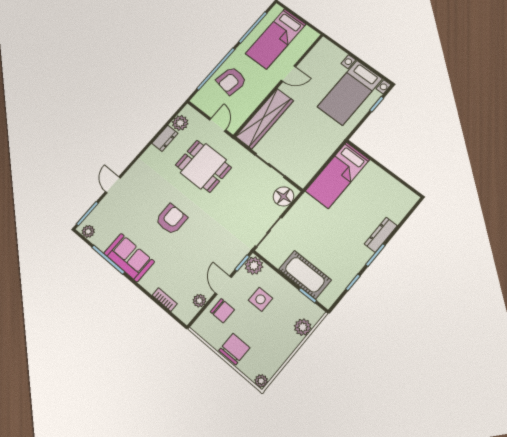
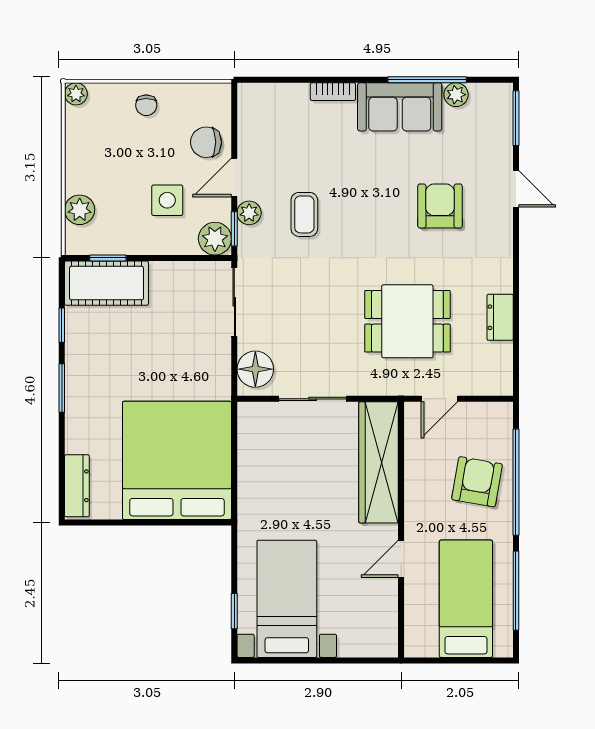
plant: (180, 123) -> (498, 358), removed
door: (218, 125) -> (439, 399), hinge flipped
bed: (337, 175) -> (177, 460), width x2.04
armchair: (171, 219) -> (440, 206), moved, turned 180
plant: (88, 231) -> (456, 95), moved
dresser: (381, 235) -> (77, 486), moved
coffee table: (207, 245) -> (304, 214), added
cot: (305, 275) -> (106, 283), moved
door: (223, 285) -> (234, 177), swing flipped
bookcase: (165, 300) -> (333, 92), moved
plant: (199, 301) -> (249, 213), moved
chair: (234, 349) -> (146, 105), width x0.54, depth x0.54

